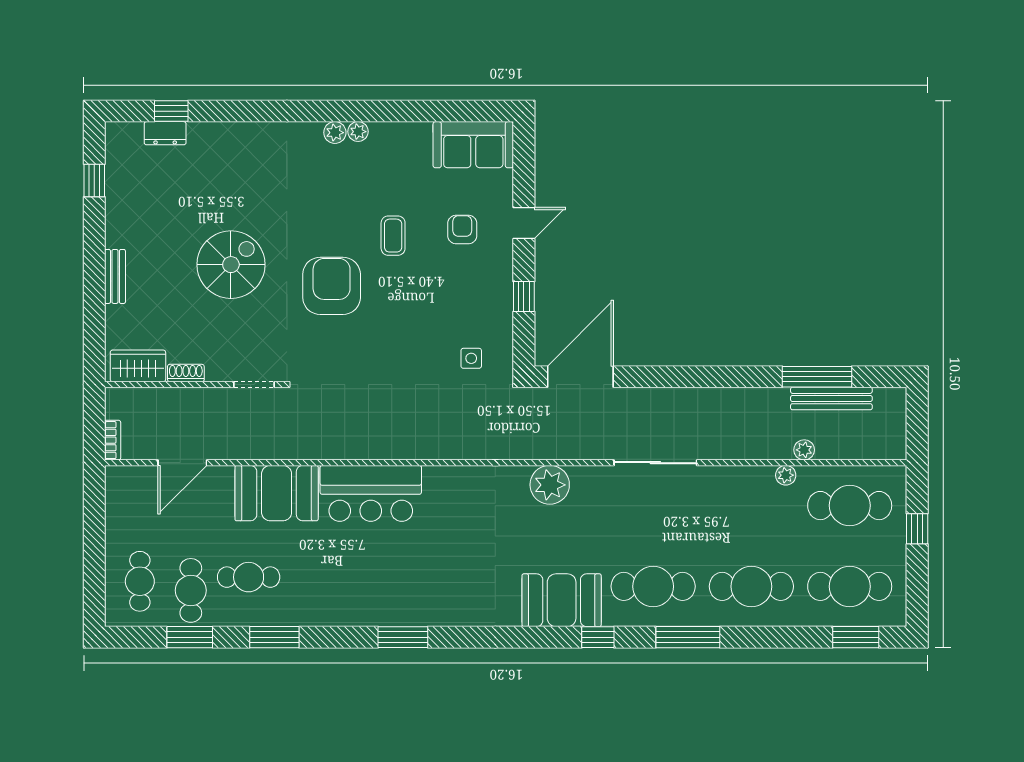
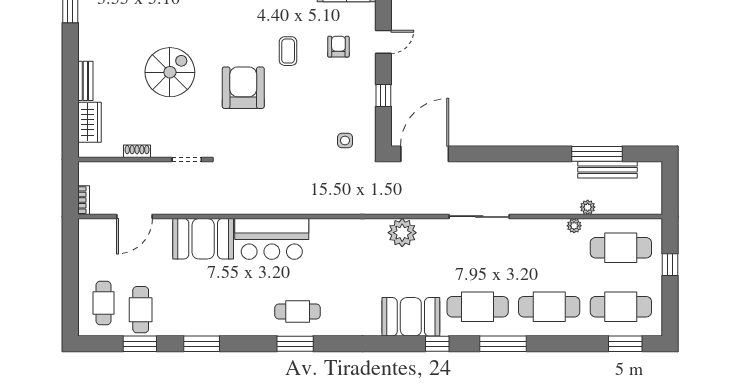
wardrobe: (138, 366) -> (89, 122), moved, turned 90
cafe table: (249, 577) -> (298, 311), moved

